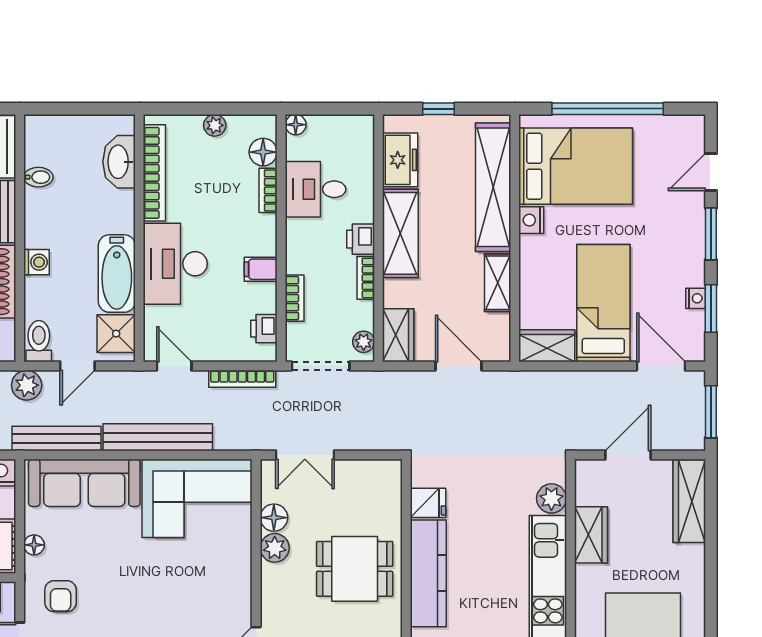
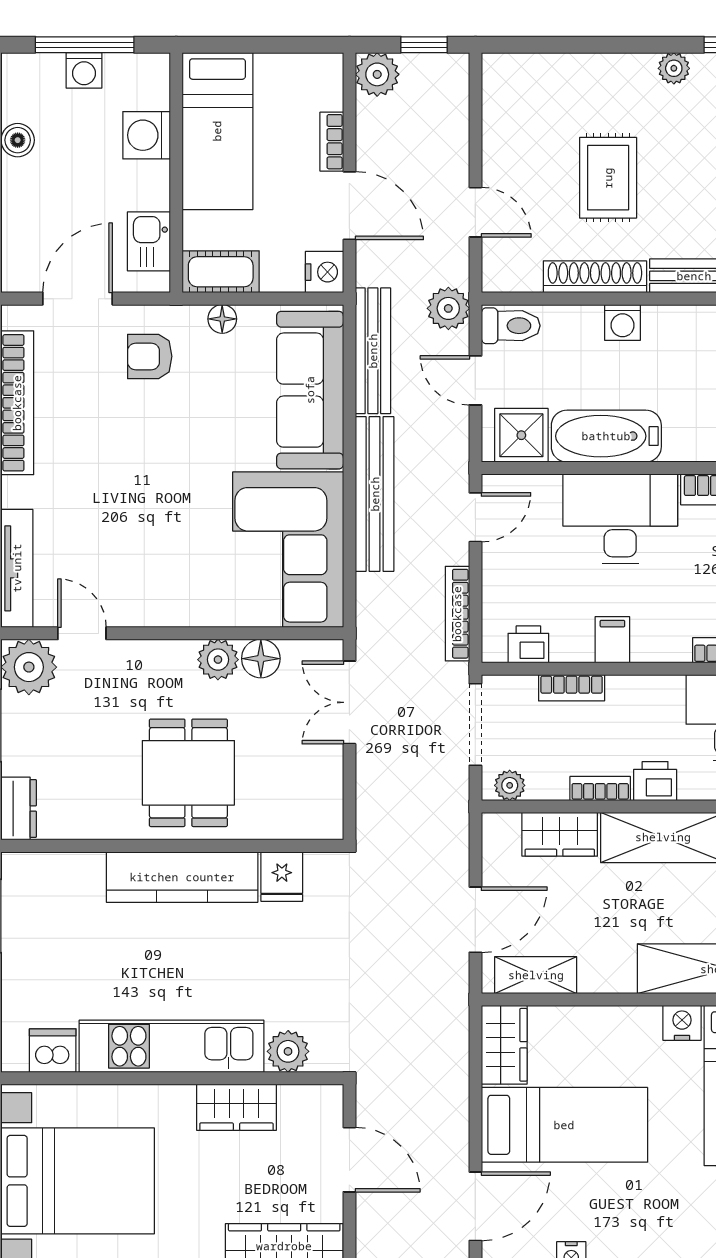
shelving: (498, 283) -> (536, 975), moved
wardrobe: (398, 335) -> (560, 834), moved

